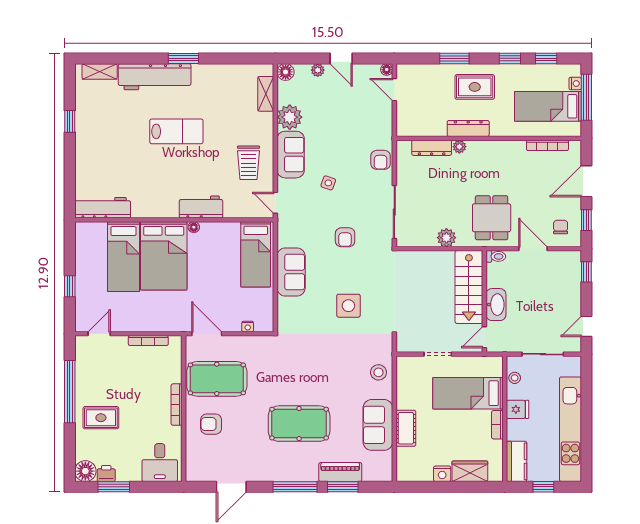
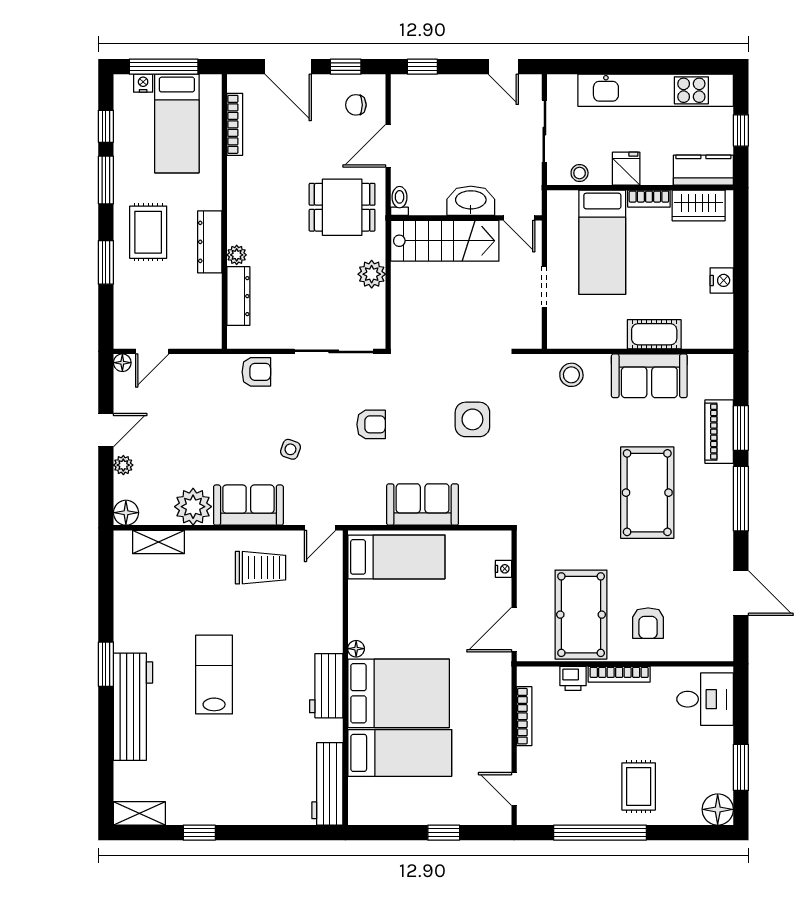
window: (510, 58) -> (106, 180), width x1.50
shelving: (100, 71) -> (139, 813), moved, turned 90
workbench: (201, 207) -> (326, 686), moved
wardrobe: (470, 471) -> (699, 205), moved, turned -90
printer: (106, 473) -> (573, 678), moved, turned -90

